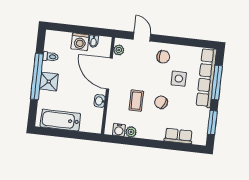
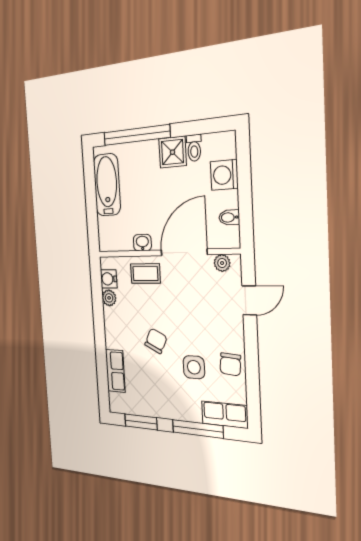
washing machine: (80, 42) -> (224, 175), moved
chair: (163, 57) -> (230, 364), moved
window: (37, 77) -> (136, 135), moved
row of seats: (206, 78) -> (225, 415), width x0.50
shower: (49, 82) -> (172, 152), moved
coffee table: (136, 101) -> (145, 274), moved

